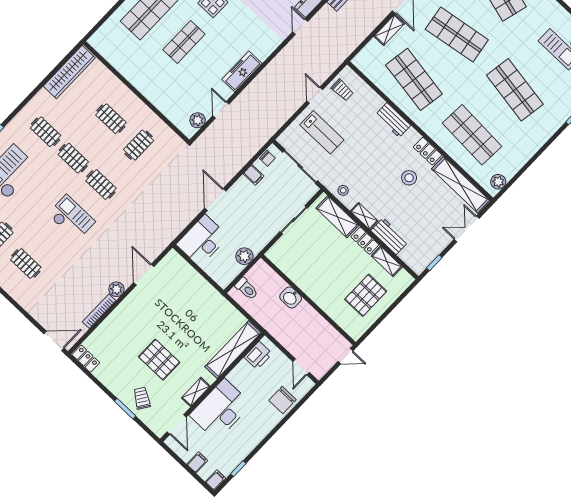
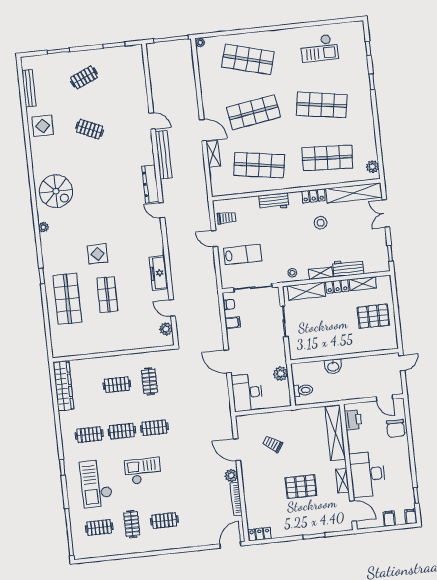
checkout: (71, 218) -> (143, 471), moved
pallet: (366, 295) -> (373, 316), turned 90
trolley: (142, 398) -> (272, 444), moved

